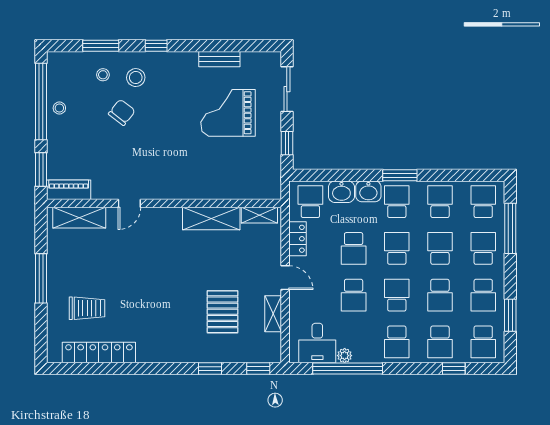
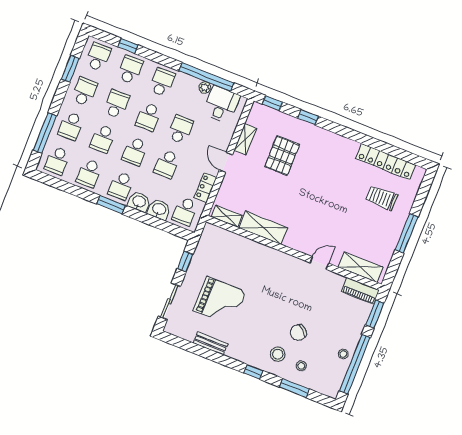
school desk: (354, 248) -> (167, 164), turned 180

